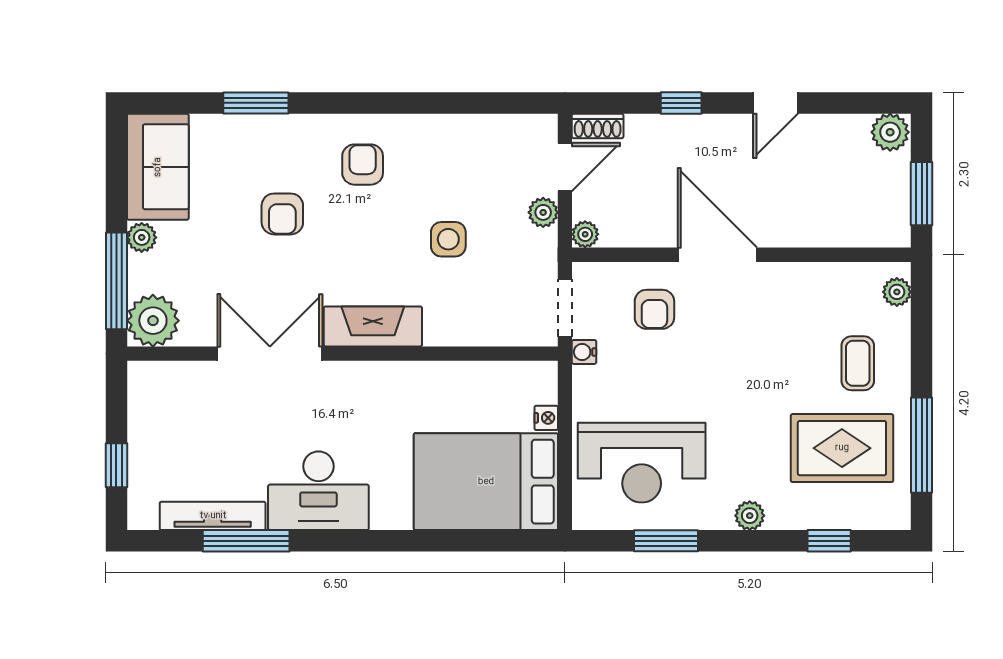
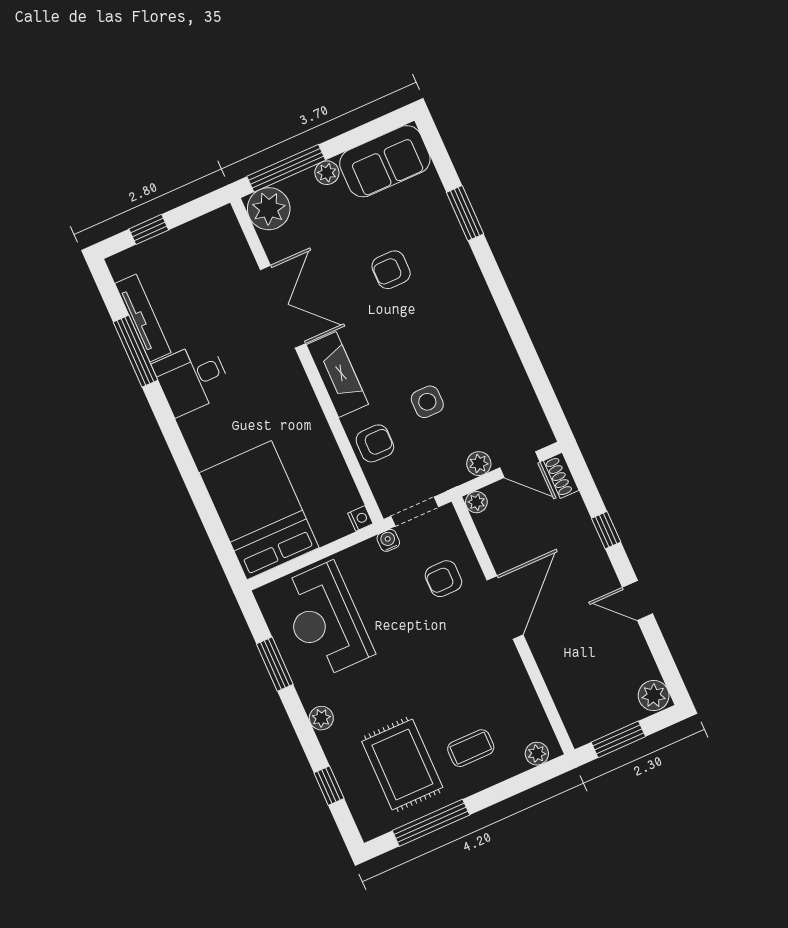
armchair: (363, 165) -> (375, 443), moved
nightstand: (546, 418) -> (360, 518), moved, turned -90
desk: (318, 491) -> (192, 378), width x0.73

